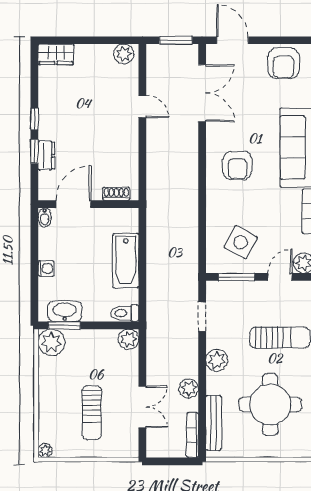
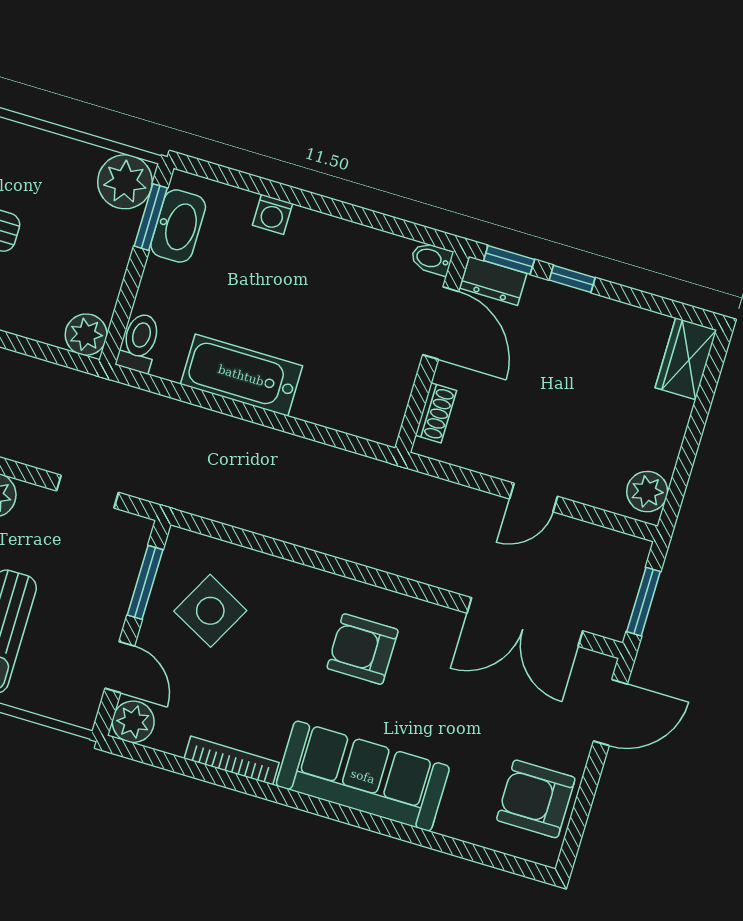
shoe rack: (116, 194) -> (436, 413), moved
door: (73, 204) -> (441, 323), moved
wall: (88, 204) -> (432, 352), moved
bidet: (45, 217) -> (432, 259), moved

